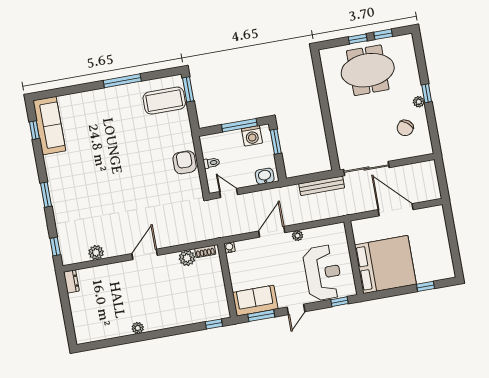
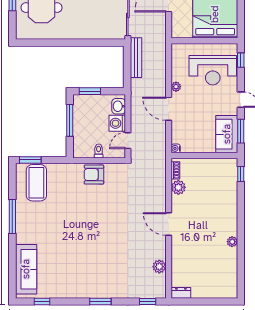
sofa: (49, 126) -> (26, 269), moved, turned 90
washing machine: (252, 136) -> (117, 123), moved, turned 180
reception desk: (323, 273) -> (213, 70), turned 180

